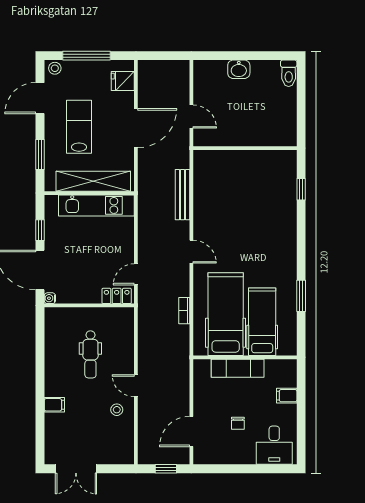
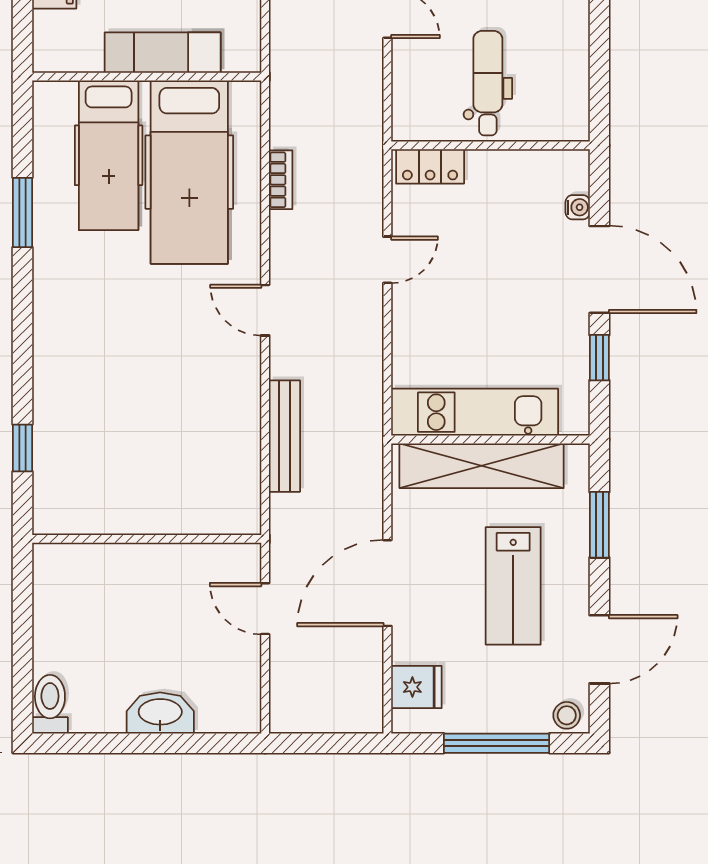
washbasin: (239, 69) -> (160, 713), width x1.38
locker: (117, 296) -> (430, 166), moved
wall: (89, 305) -> (490, 145), moved

